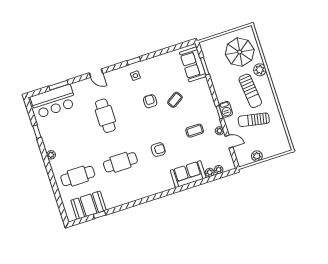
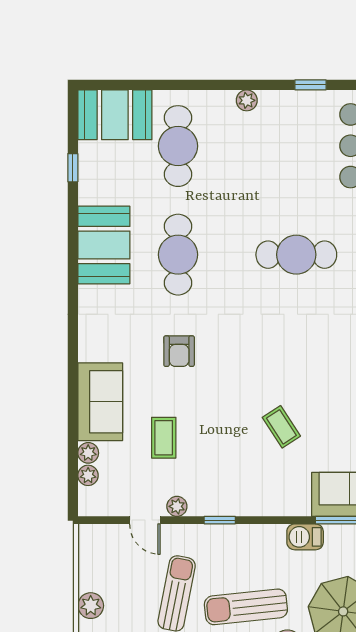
armchair: (150, 101) -> (297, 369), removed
barbecue: (226, 109) -> (305, 537), moved
coffee table: (195, 131) -> (164, 438), moved
door: (229, 142) -> (145, 520), hinge flipped
plant: (257, 156) -> (91, 606), moved
booth: (126, 193) -> (104, 245), added
booth: (89, 205) -> (115, 115), moved, turned 90

